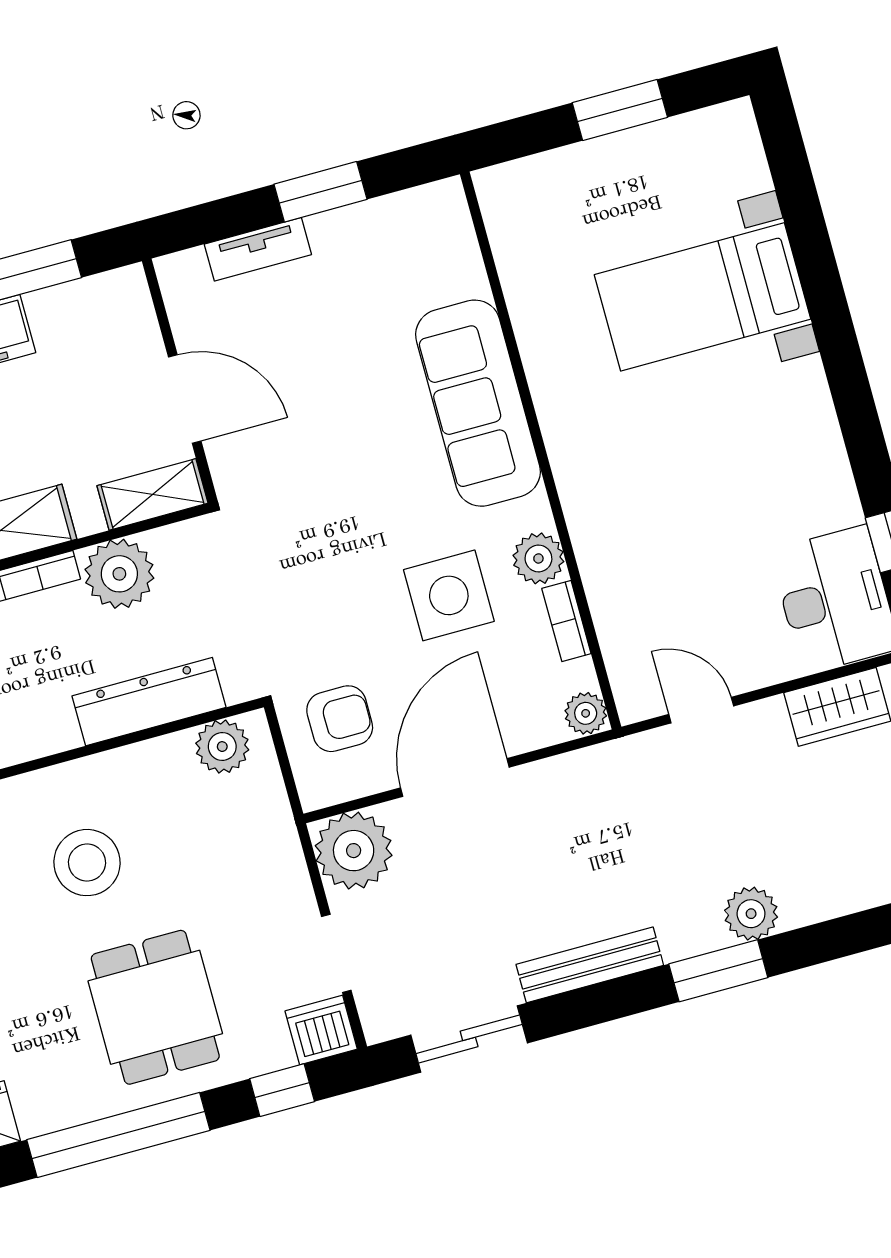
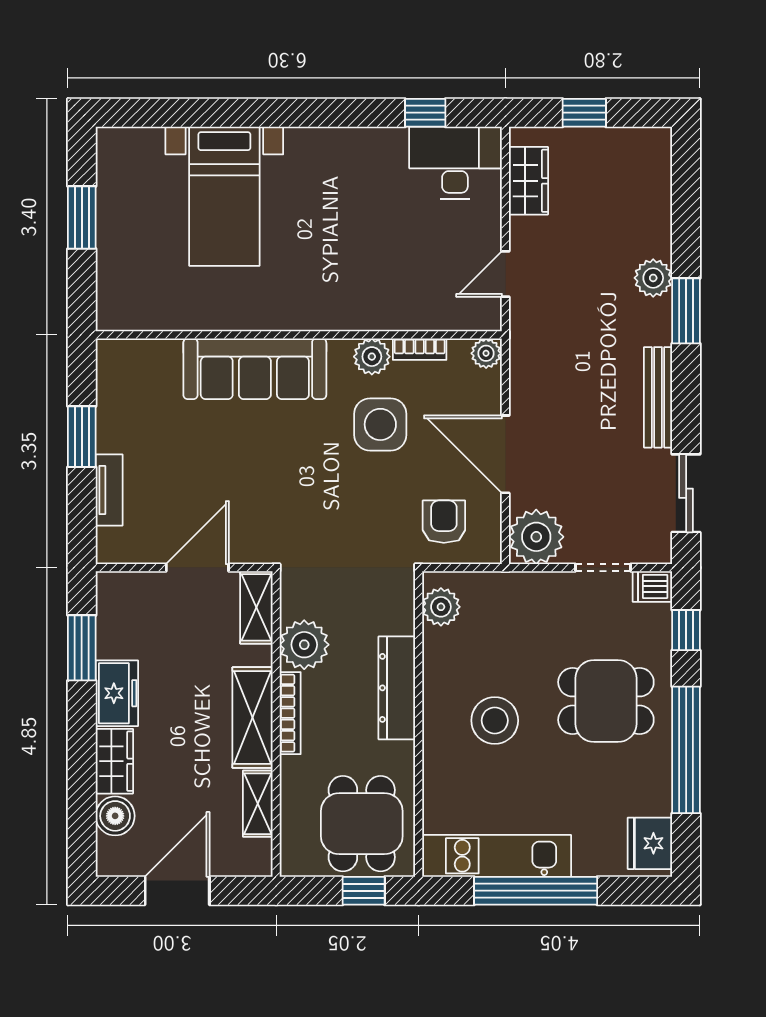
dresser: (149, 702) -> (397, 688), moved
dishwasher: (321, 1030) -> (652, 586), width x0.73

